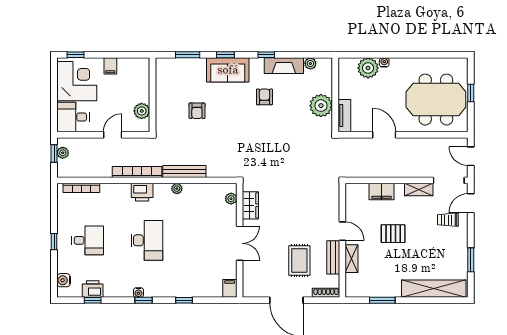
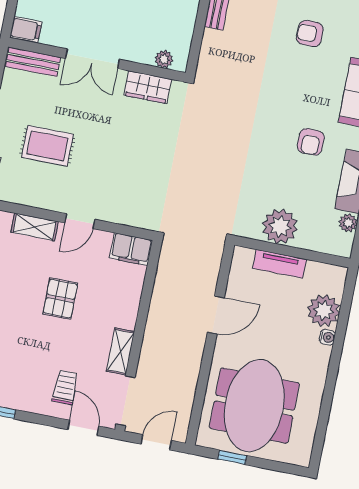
window: (471, 93) -> (232, 457), moved
armchair: (264, 97) -> (311, 142), turned 90
tv unit: (344, 116) -> (279, 264), moved
filing cabinet: (382, 192) -> (131, 249), moved, turned -90
bench: (333, 257) -> (33, 62), moved

